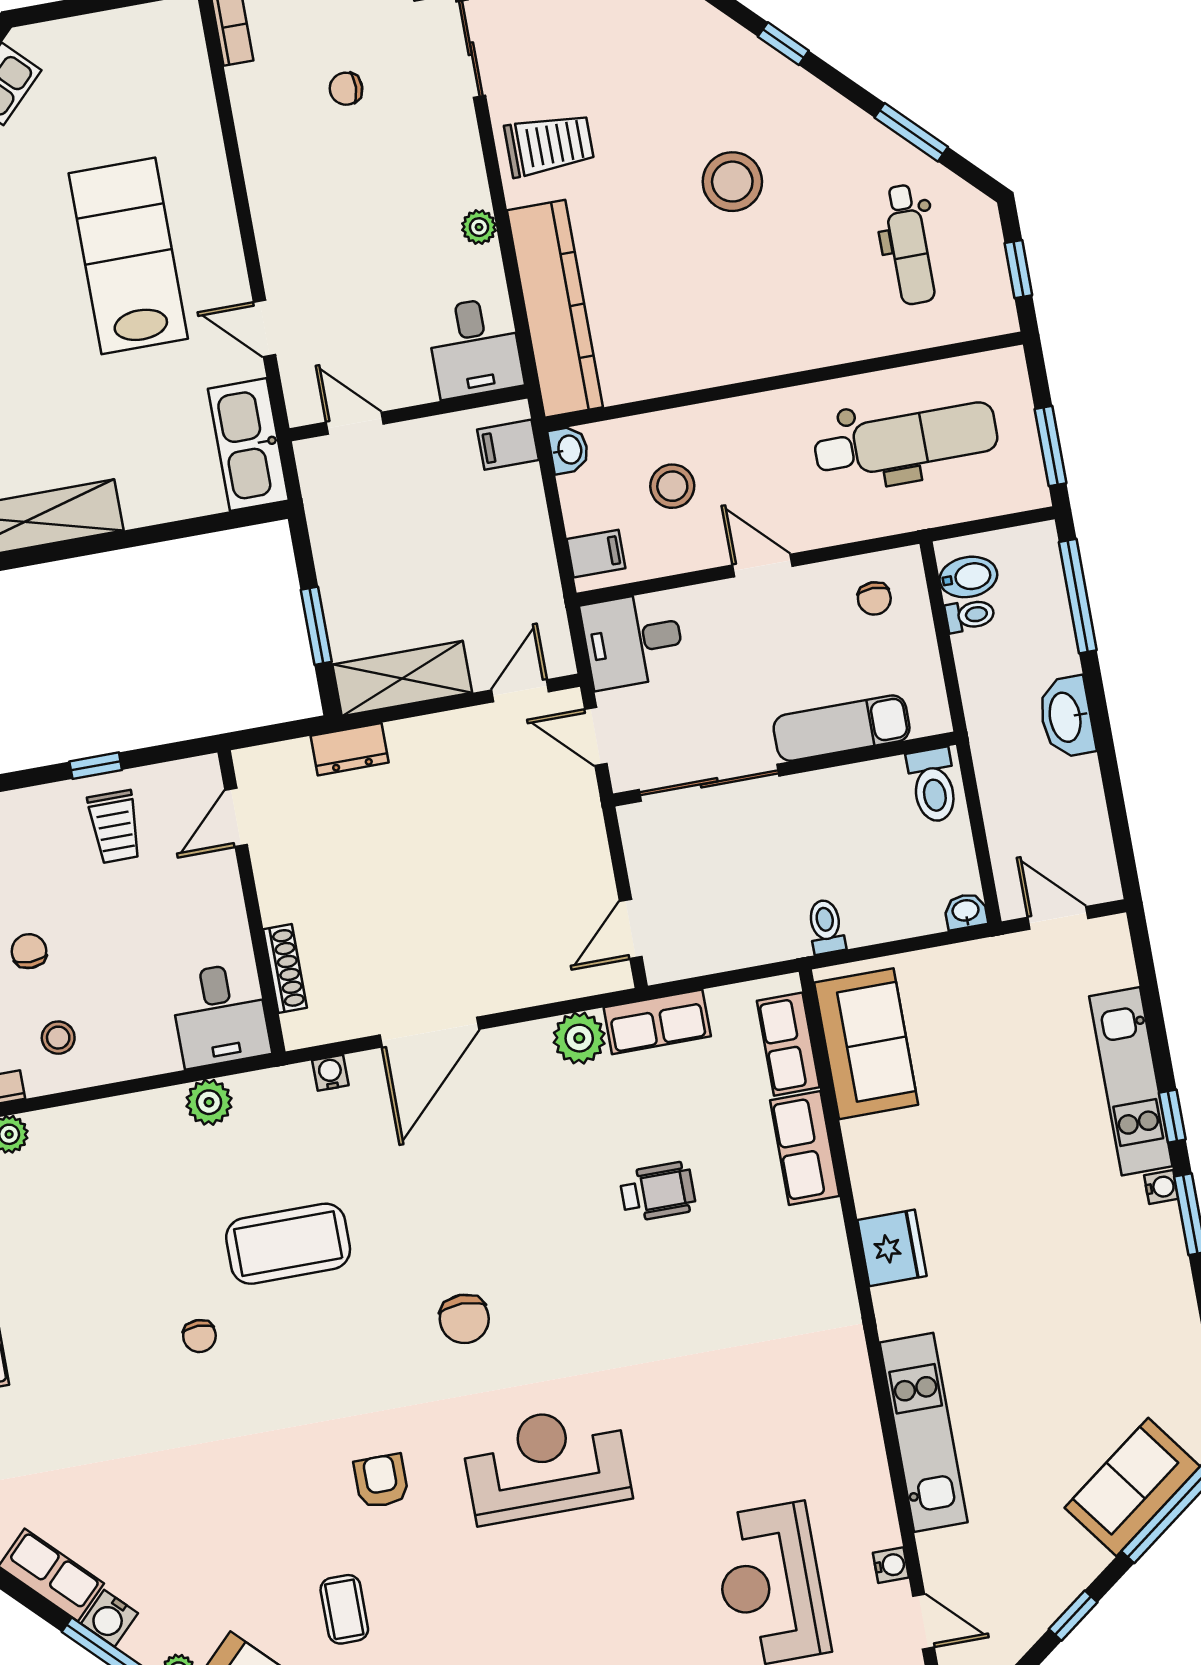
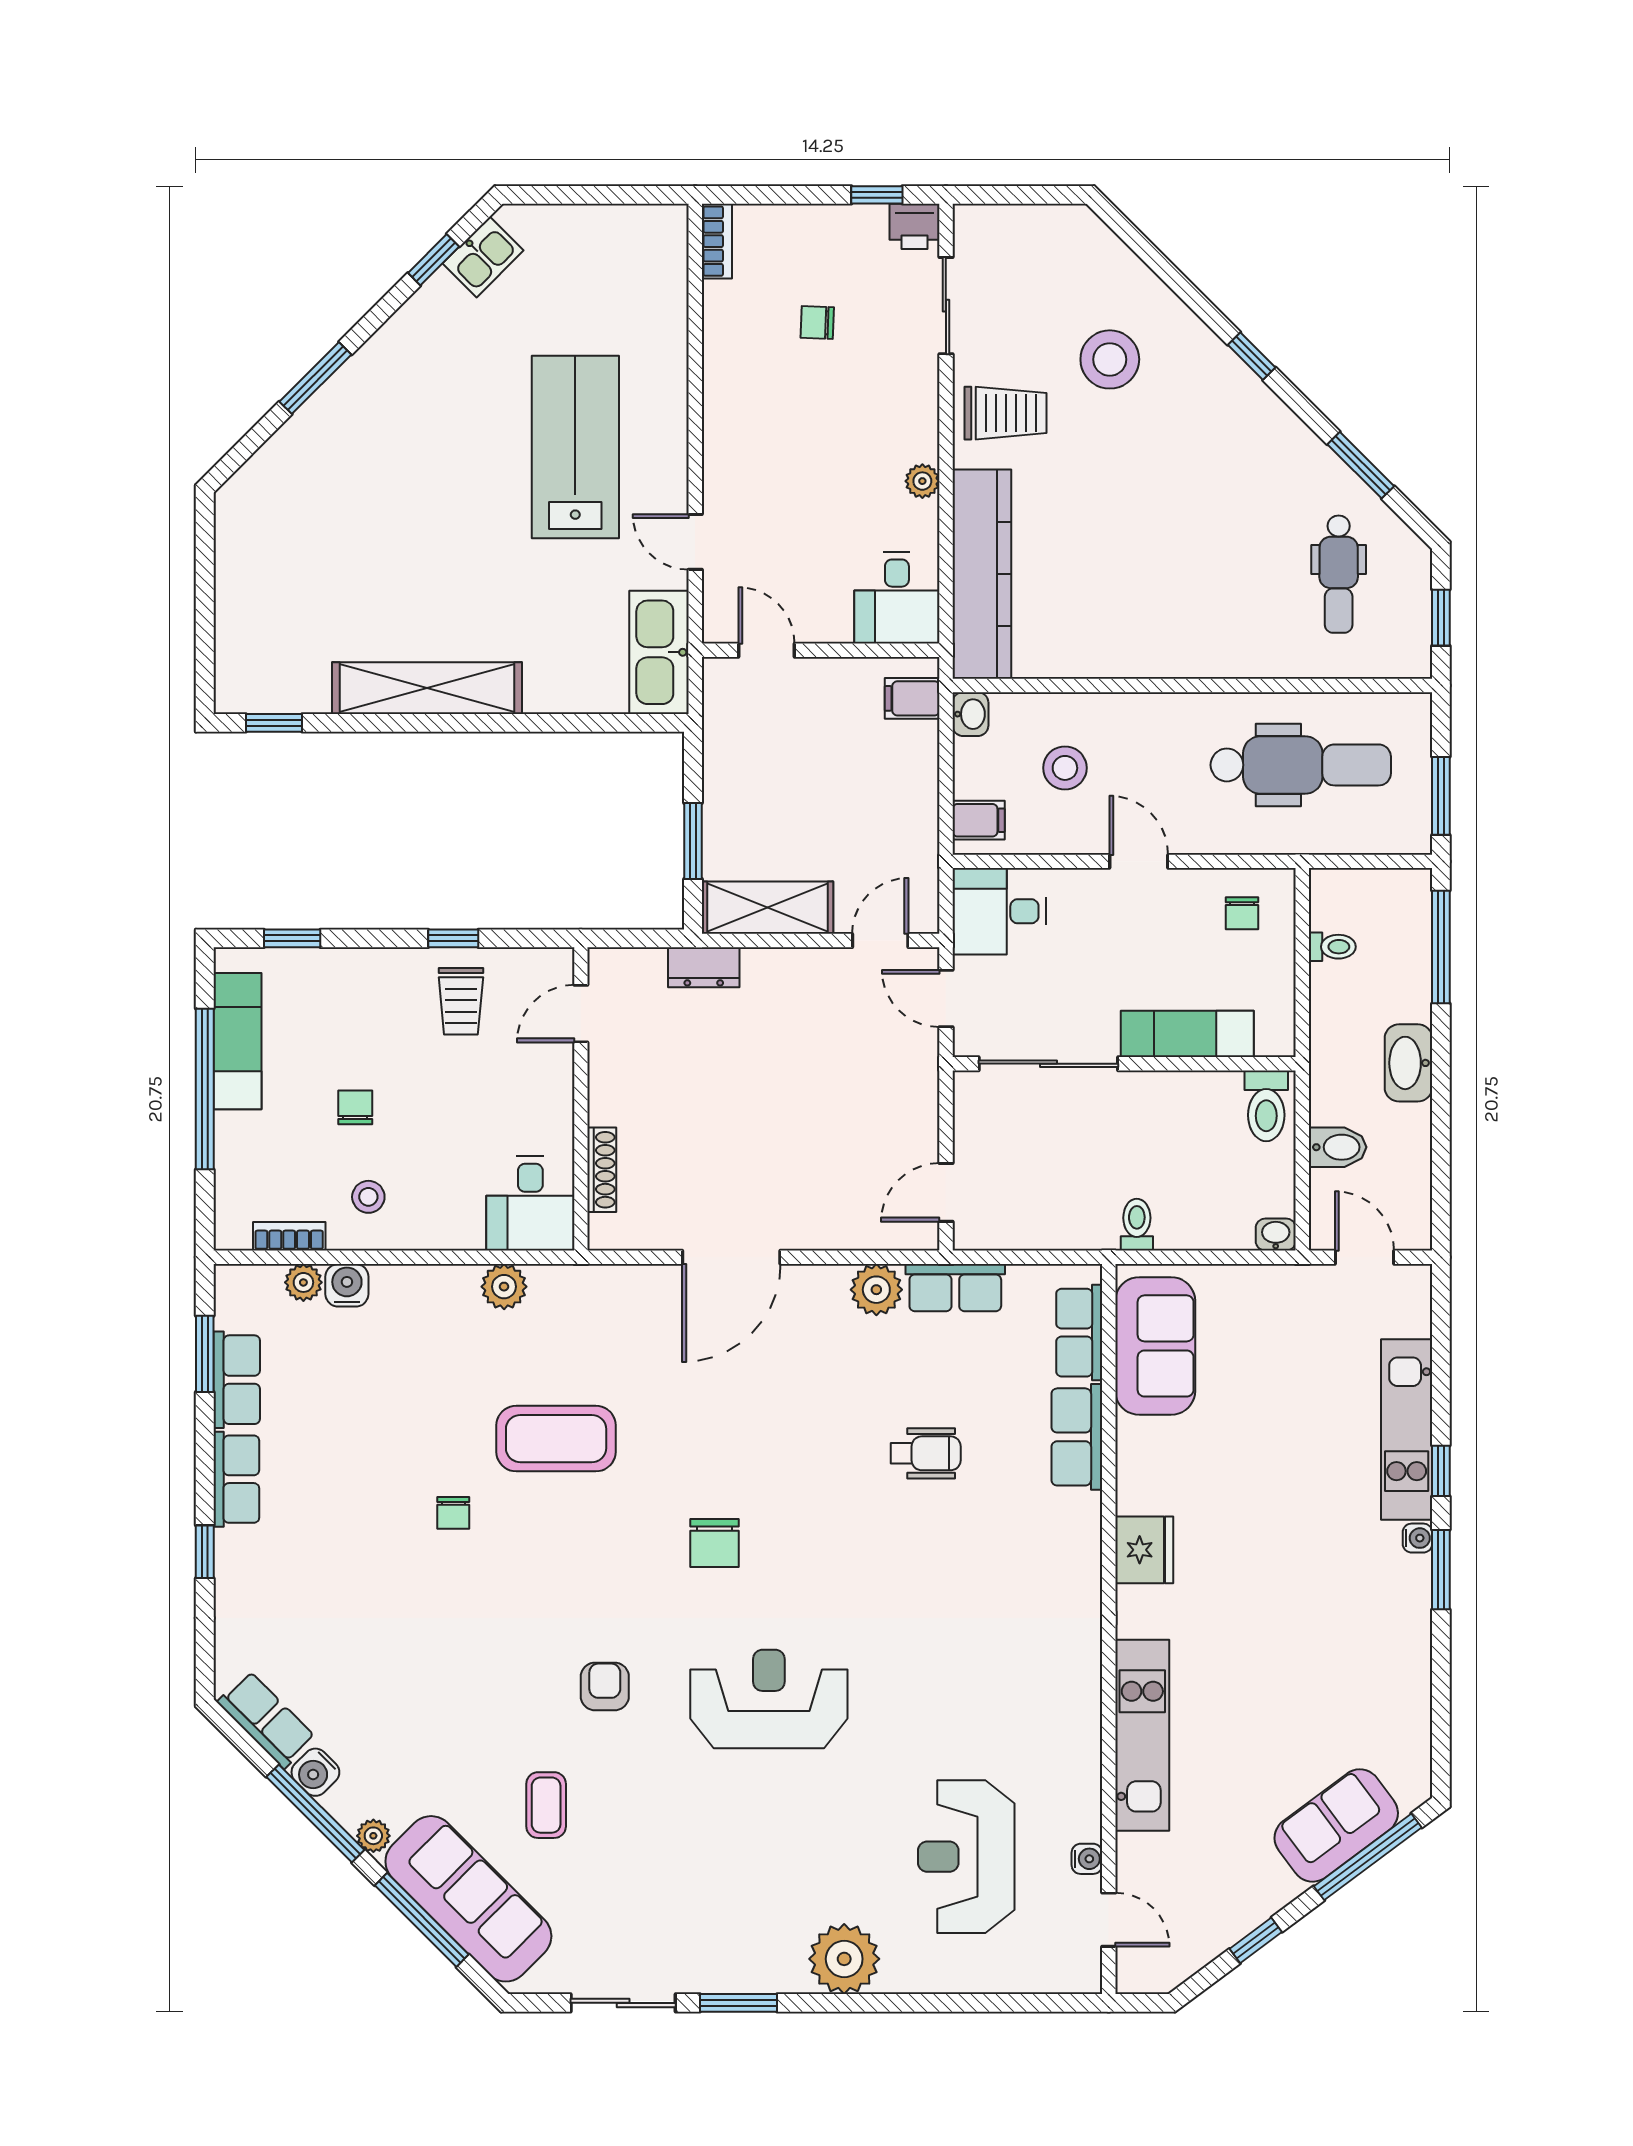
stool: (732, 182) -> (1110, 359), moved
bidet: (968, 577) -> (1338, 1147), moved
water cooler: (330, 1073) -> (347, 1285), moved, width x1.38, depth x1.38

